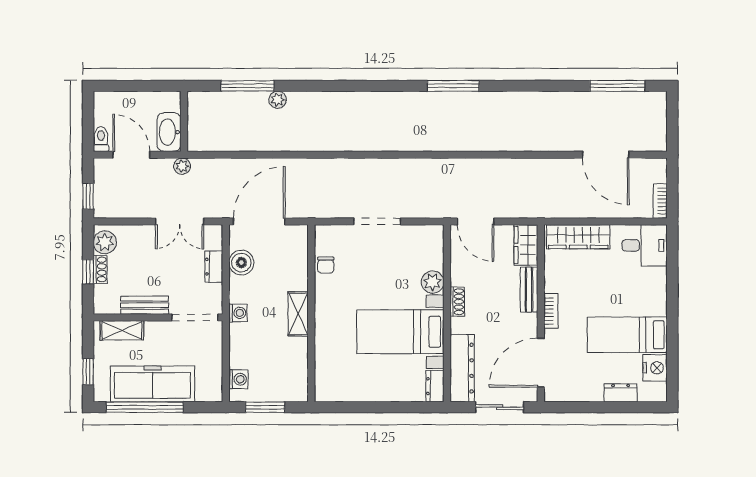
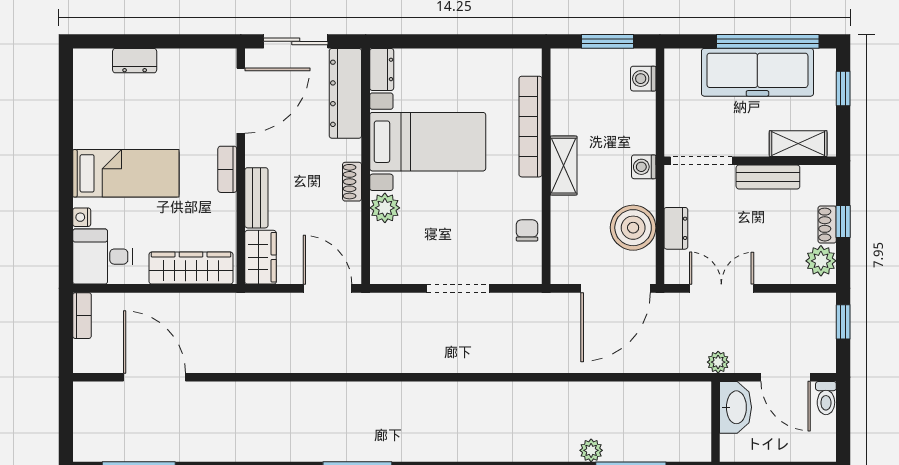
boiler: (241, 263) -> (633, 228), width x1.37, depth x1.37
bed: (627, 335) -> (126, 173), moved
bookcase: (323, 343) -> (531, 127), added
nightstand: (655, 368) -> (82, 217), moved, width x0.53, depth x0.56

